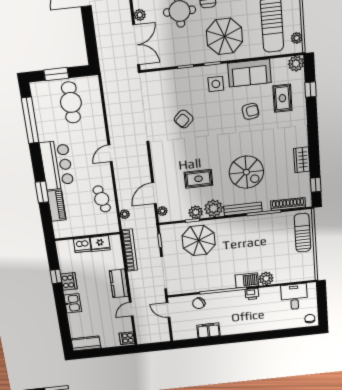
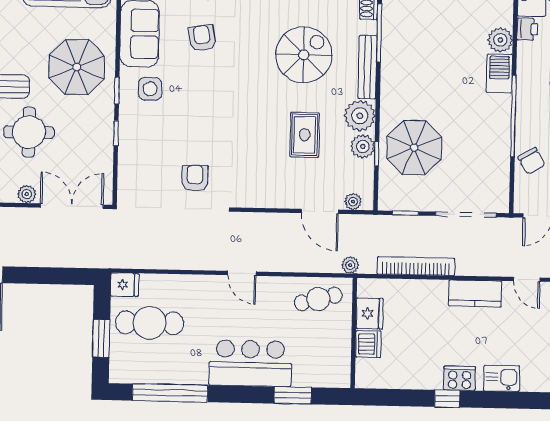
fridge: (92, 84) -> (125, 285), added
armchair: (184, 119) -> (195, 178), moved, turned -137
piano: (57, 206) -> (320, 375), removed
wall: (87, 236) -> (354, 333), moved
fridge: (100, 244) -> (370, 314), moved
dishwasher: (82, 245) -> (368, 344), moved
printer: (252, 294) -> (527, 29), moved

